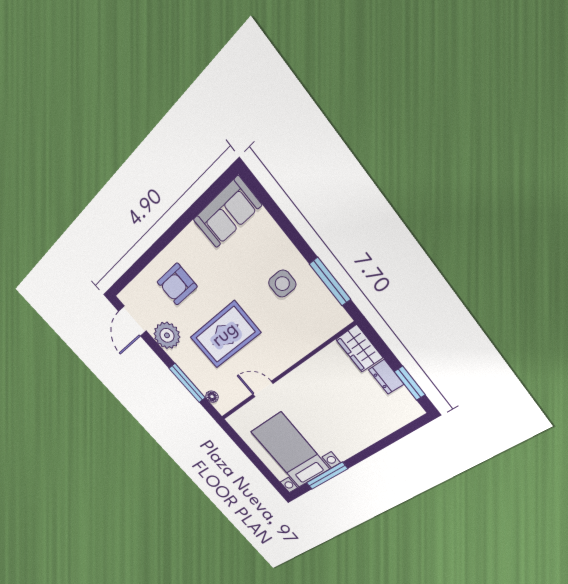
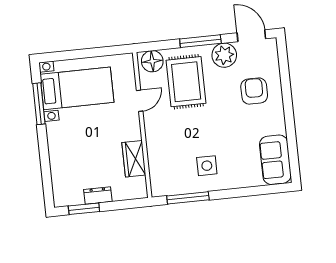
rug: (225, 335) -> (186, 82), moved
wardrobe: (359, 348) -> (134, 159), moved, turned -90
window: (187, 383) -> (200, 41), moved
floor lamp: (212, 397) -> (152, 61), width x1.89, depth x1.89

